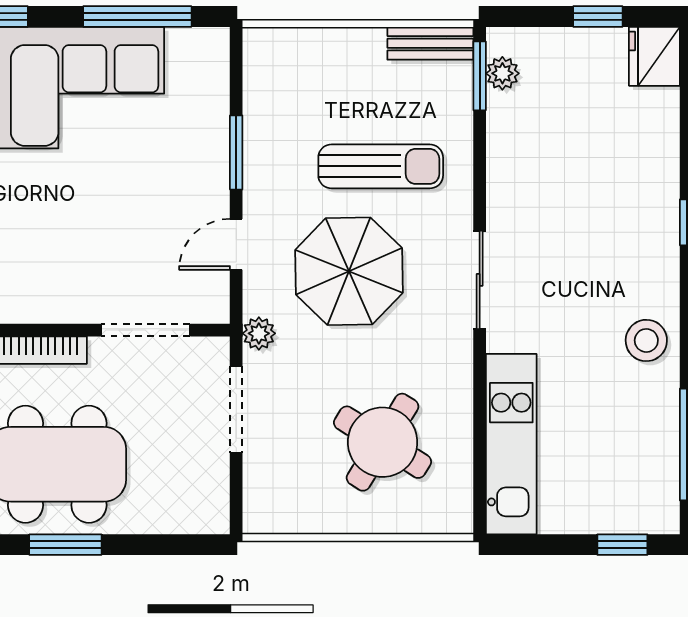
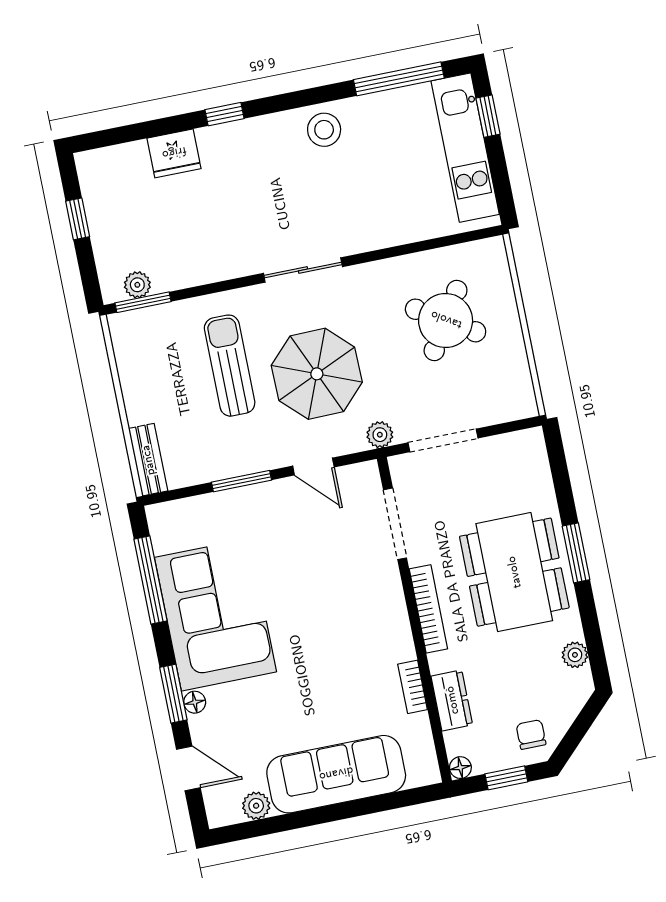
bench: (430, 43) -> (148, 460), moved
fridge: (654, 56) -> (174, 153), moved
kitchen unit: (511, 444) -> (465, 148), moved, turned -90

